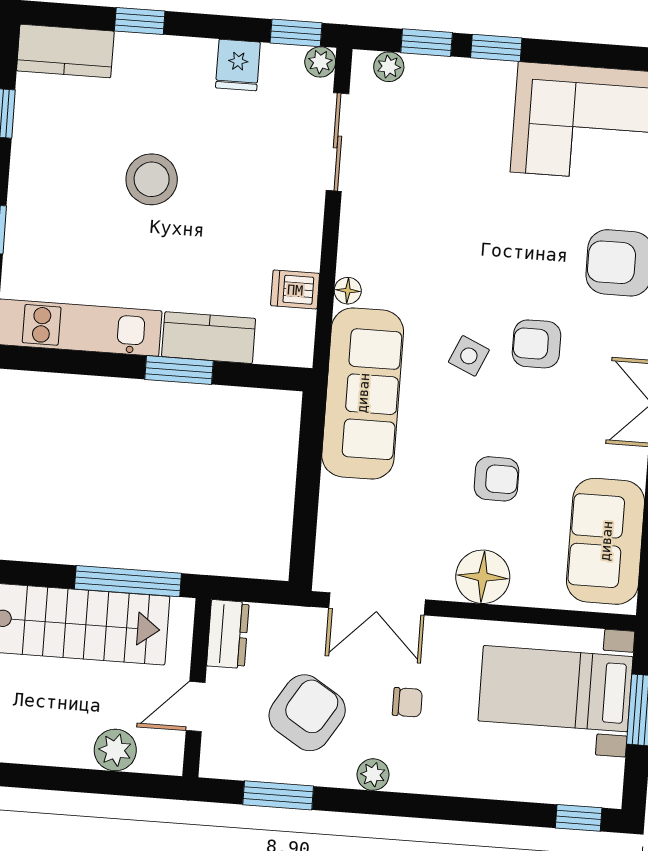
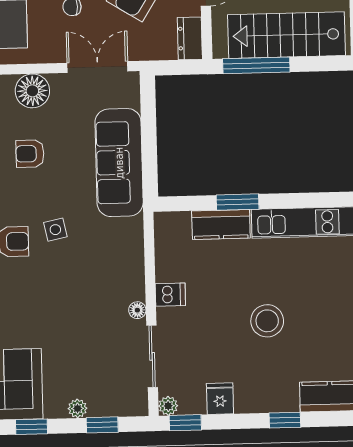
window: (496, 48) -> (31, 427), moved
plant: (389, 67) -> (77, 408), moved
dishwasher: (295, 290) -> (170, 295), moved
floor lamp: (348, 291) -> (137, 310), moved
side table: (469, 356) -> (55, 230), turned -36
sofa: (363, 393) -> (119, 163), moved

